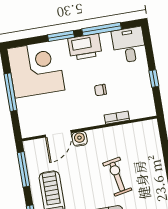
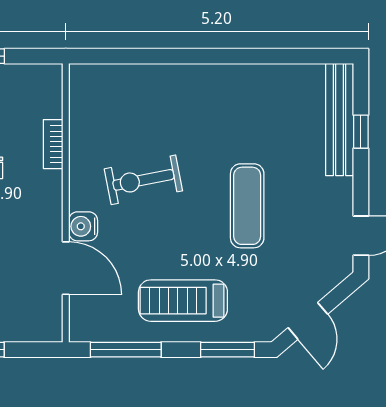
exercise bike: (117, 177) -> (143, 180), moved

